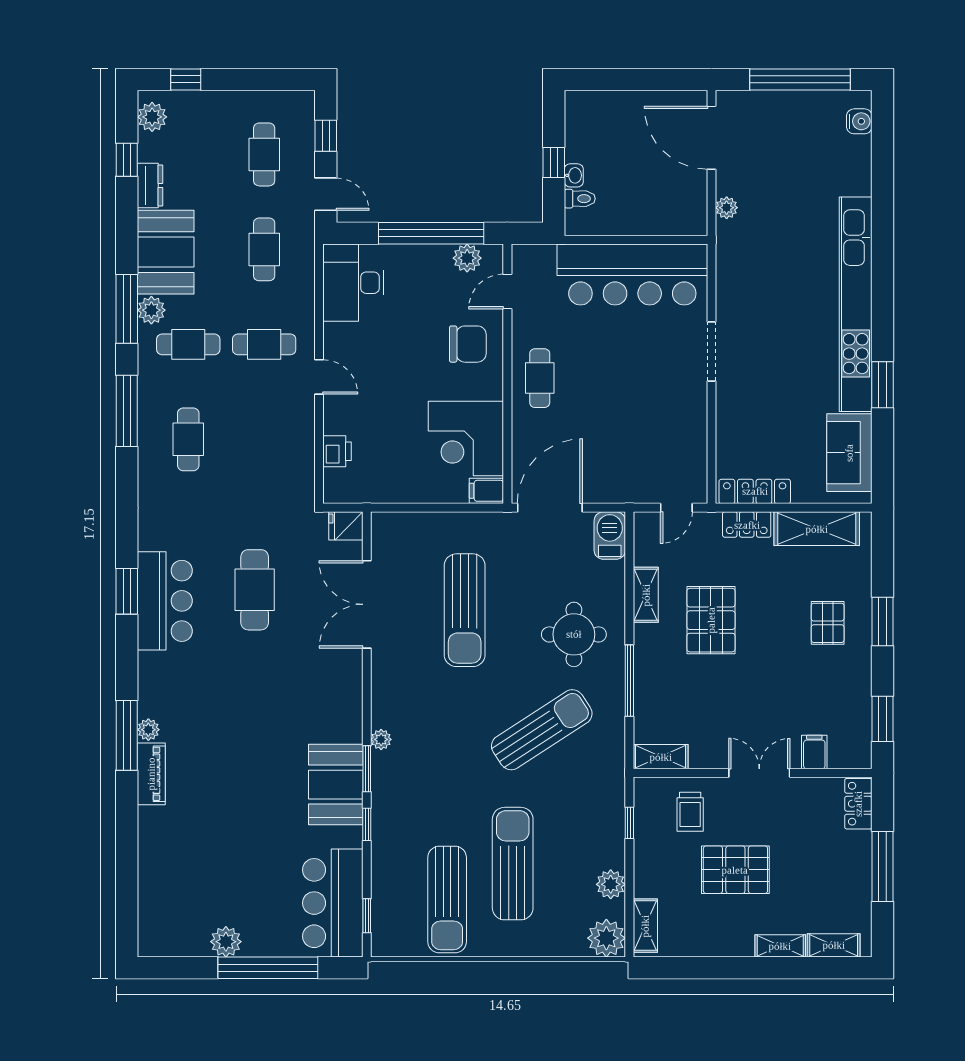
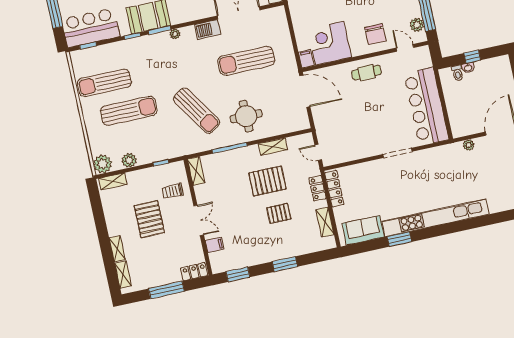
shelving: (817, 529) -> (325, 222), width x0.67, depth x0.75
barbecue: (610, 536) -> (208, 29), moved, turned 180
pallet: (828, 623) -> (279, 213), moved

